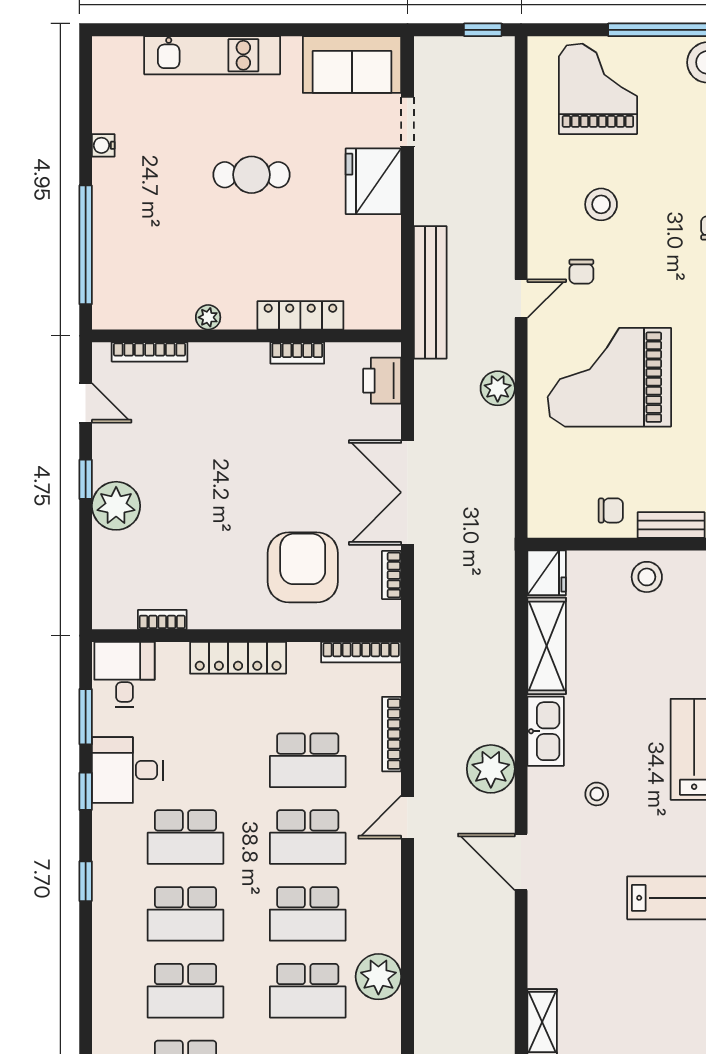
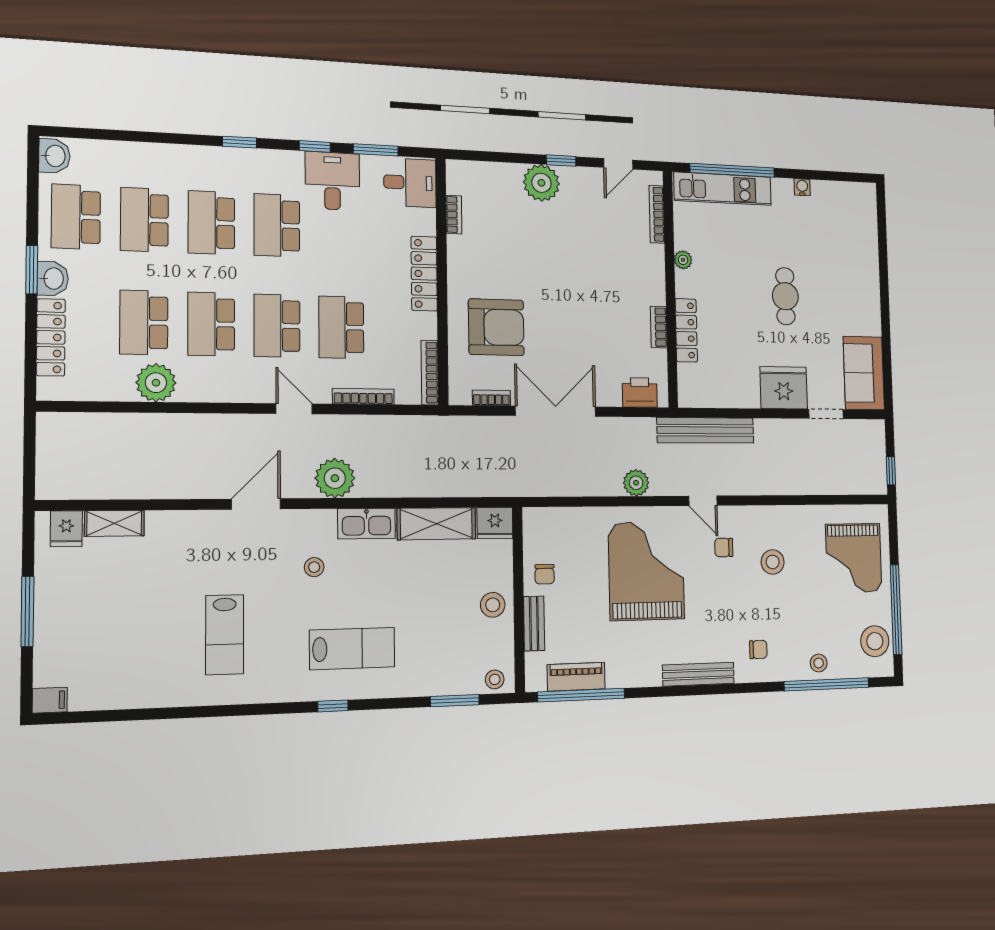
kitchen unit: (212, 55) -> (723, 189), moved, turned -90
grand piano: (598, 89) -> (854, 558), turned 90

